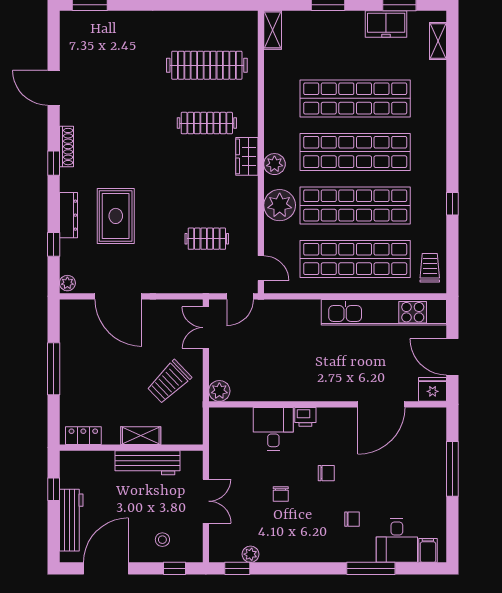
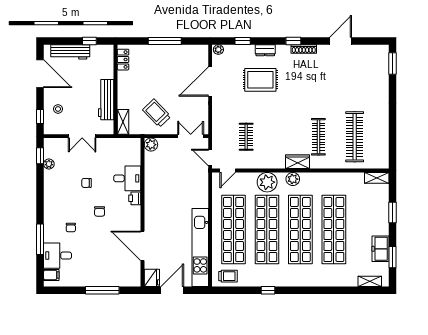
dresser: (68, 215) -> (265, 50), width x0.70
shelving: (141, 436) -> (123, 122), moved

